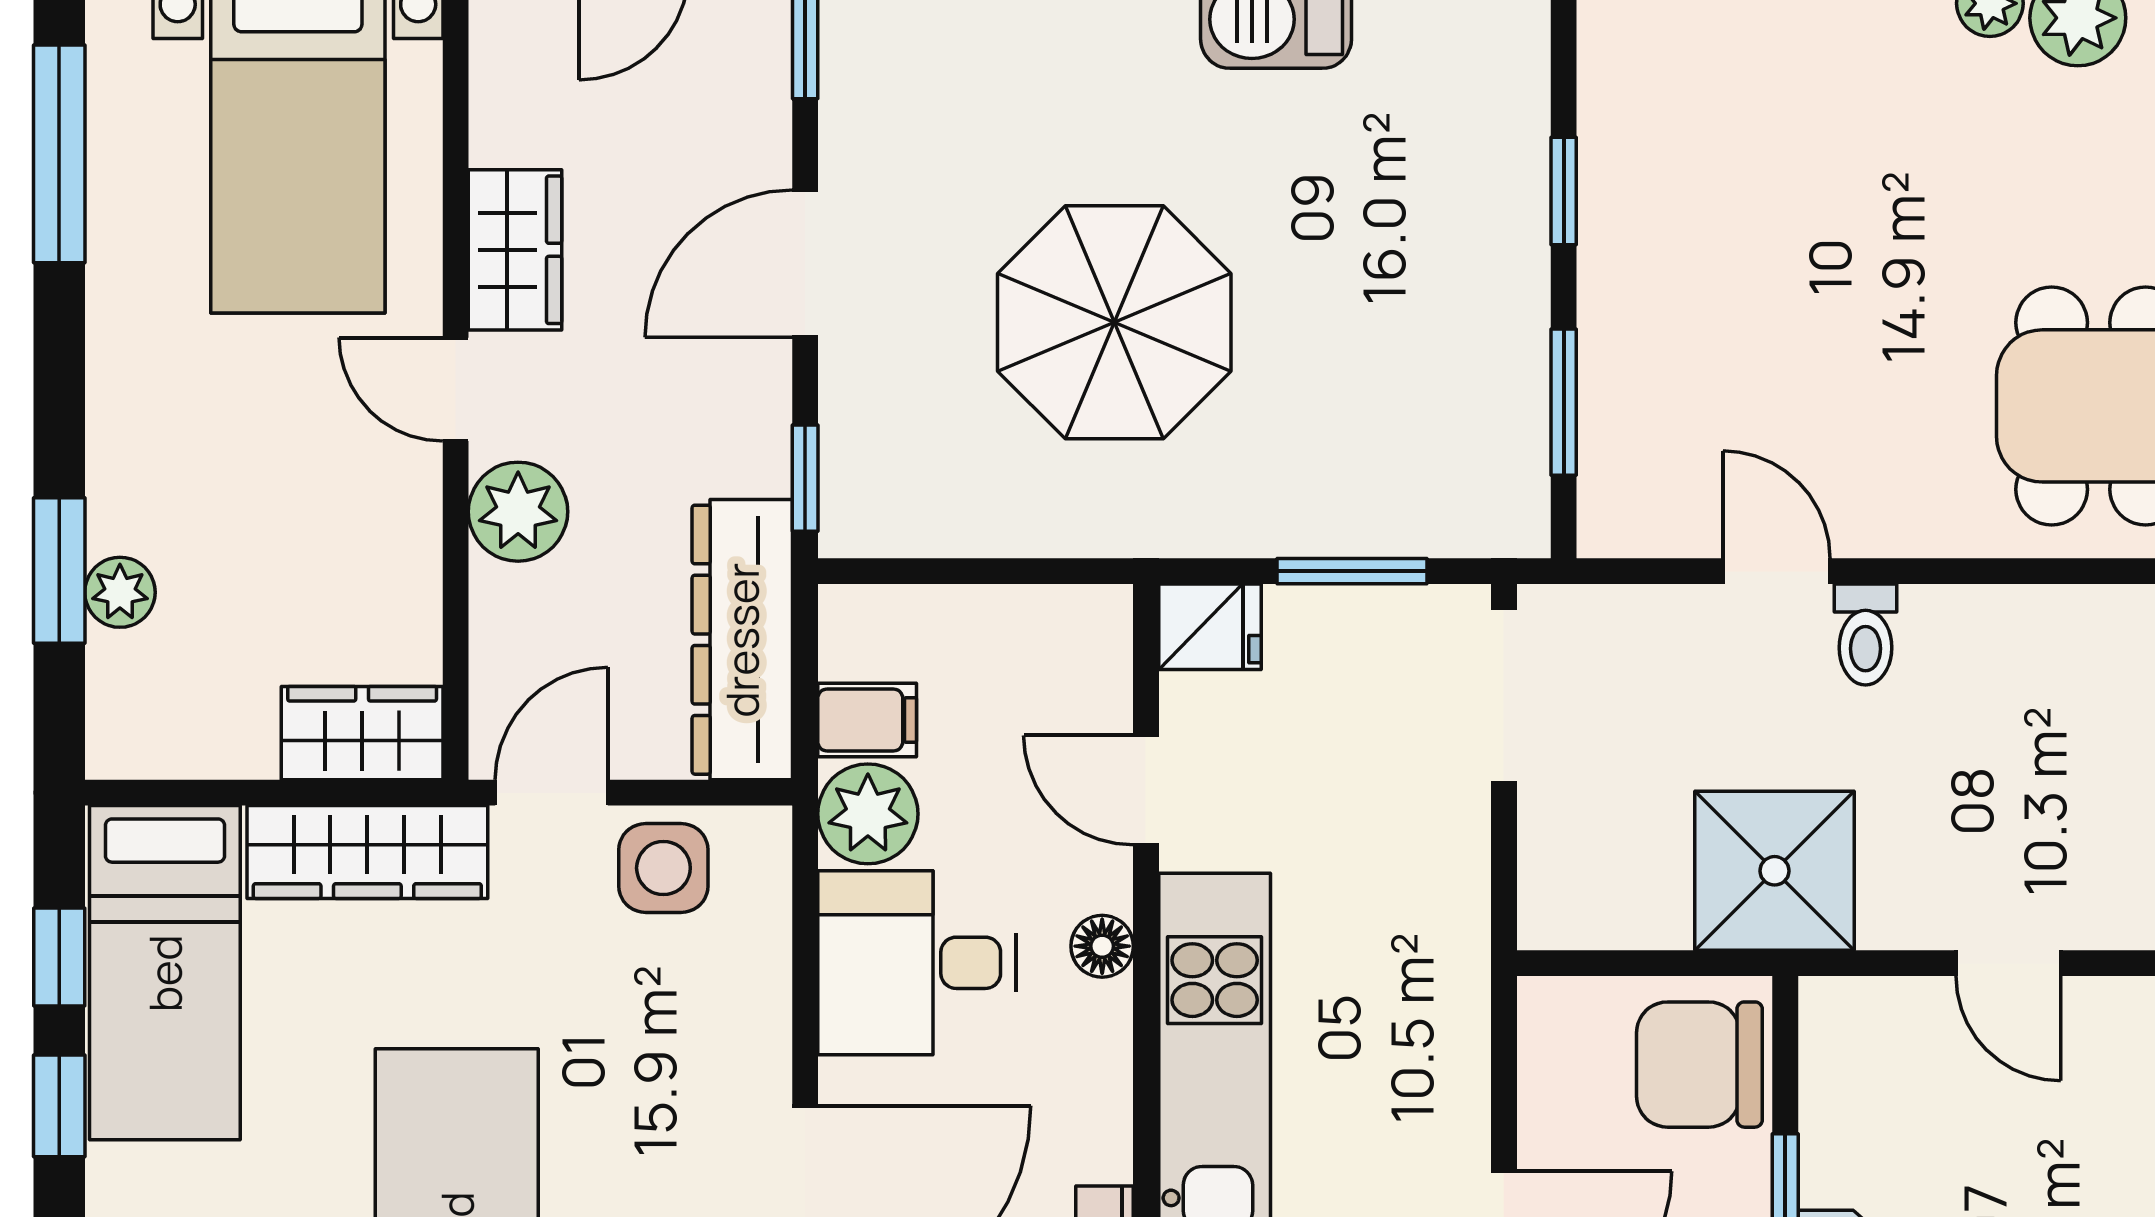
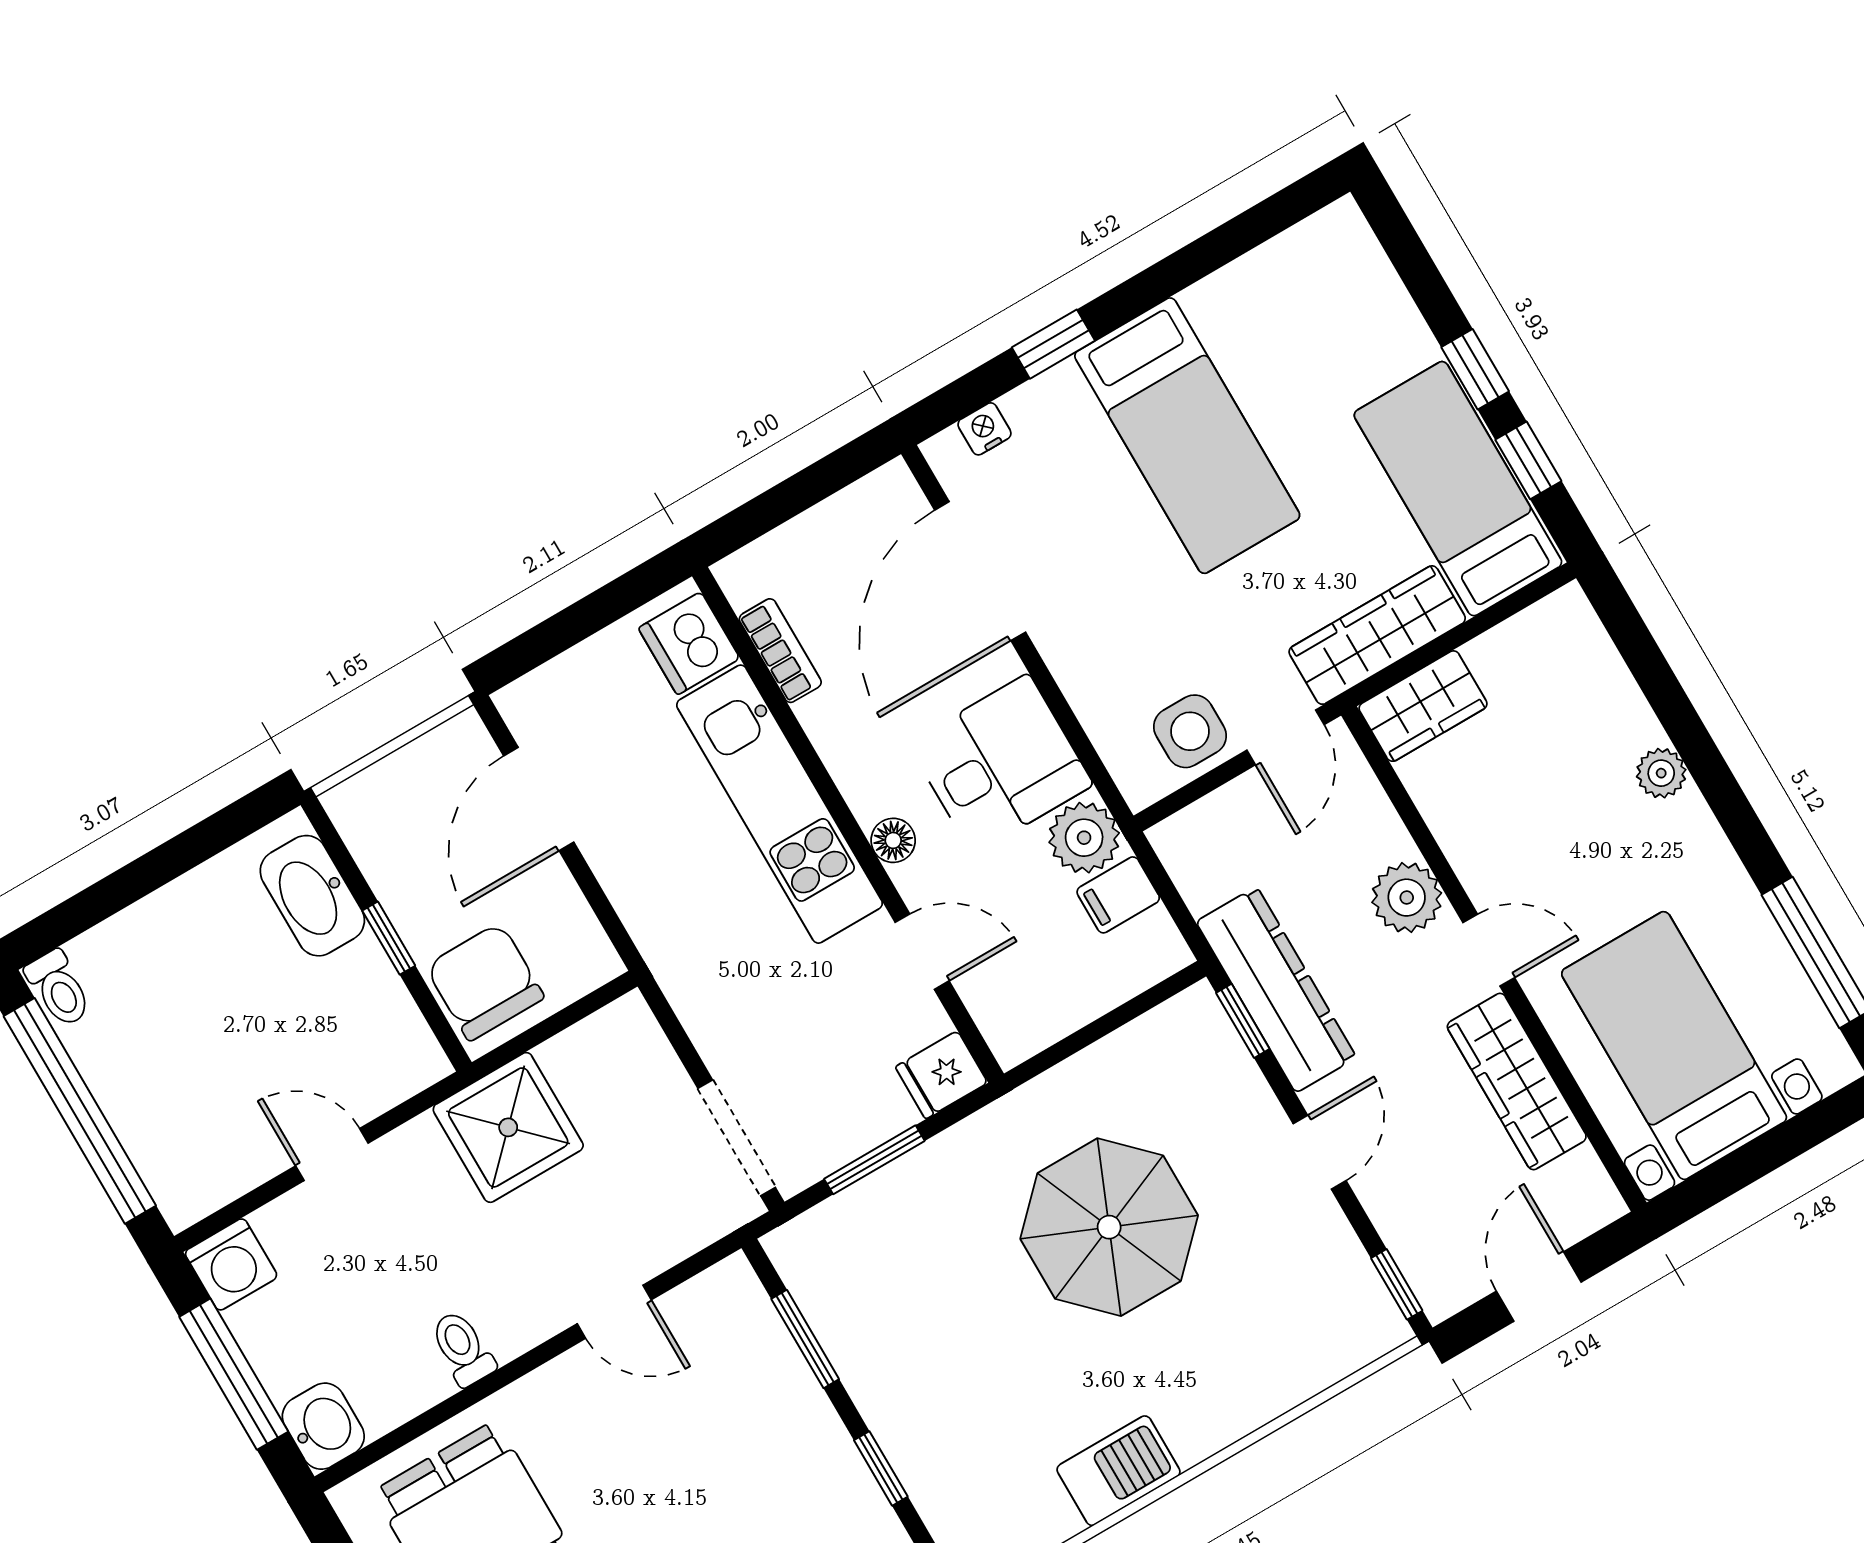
wardrobe: (515, 250) -> (1517, 1082), width x1.50
door: (805, 264) -> (1320, 1152), width x0.73
window: (59, 571) -> (1667, 697), removed
plant: (120, 592) -> (1661, 773), moved
toilet: (1866, 634) -> (463, 1348), moved
dresser: (742, 640) -> (1276, 990), moved
chair: (1699, 1065) -> (485, 982), turned -90

